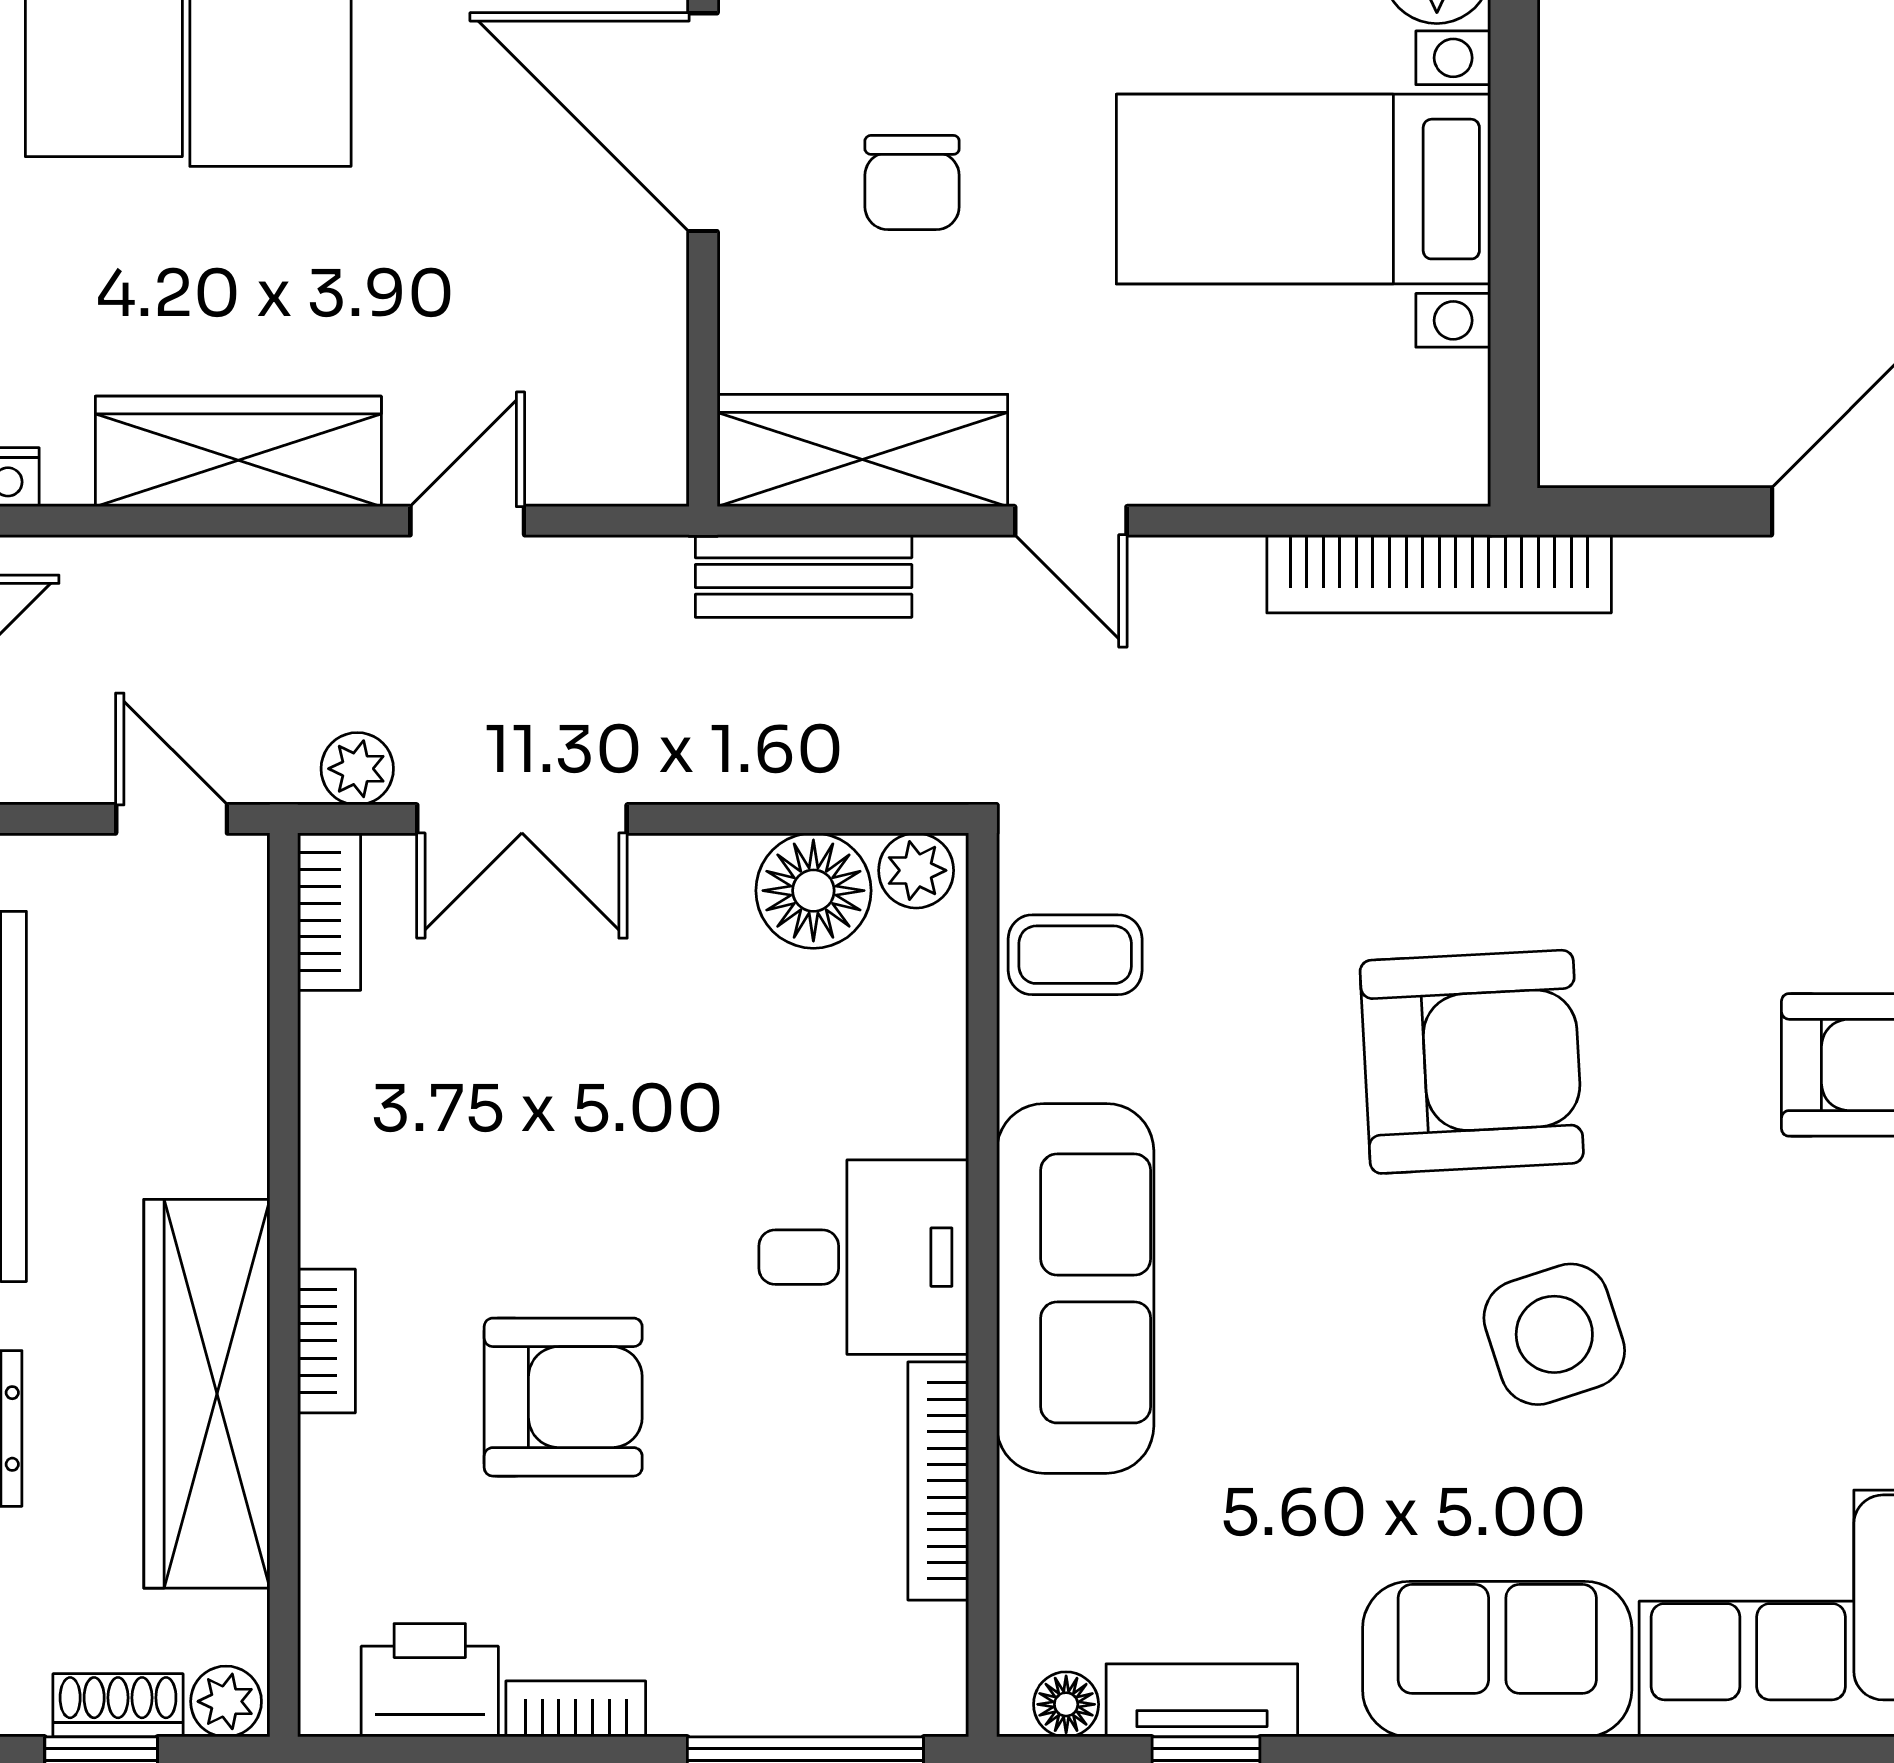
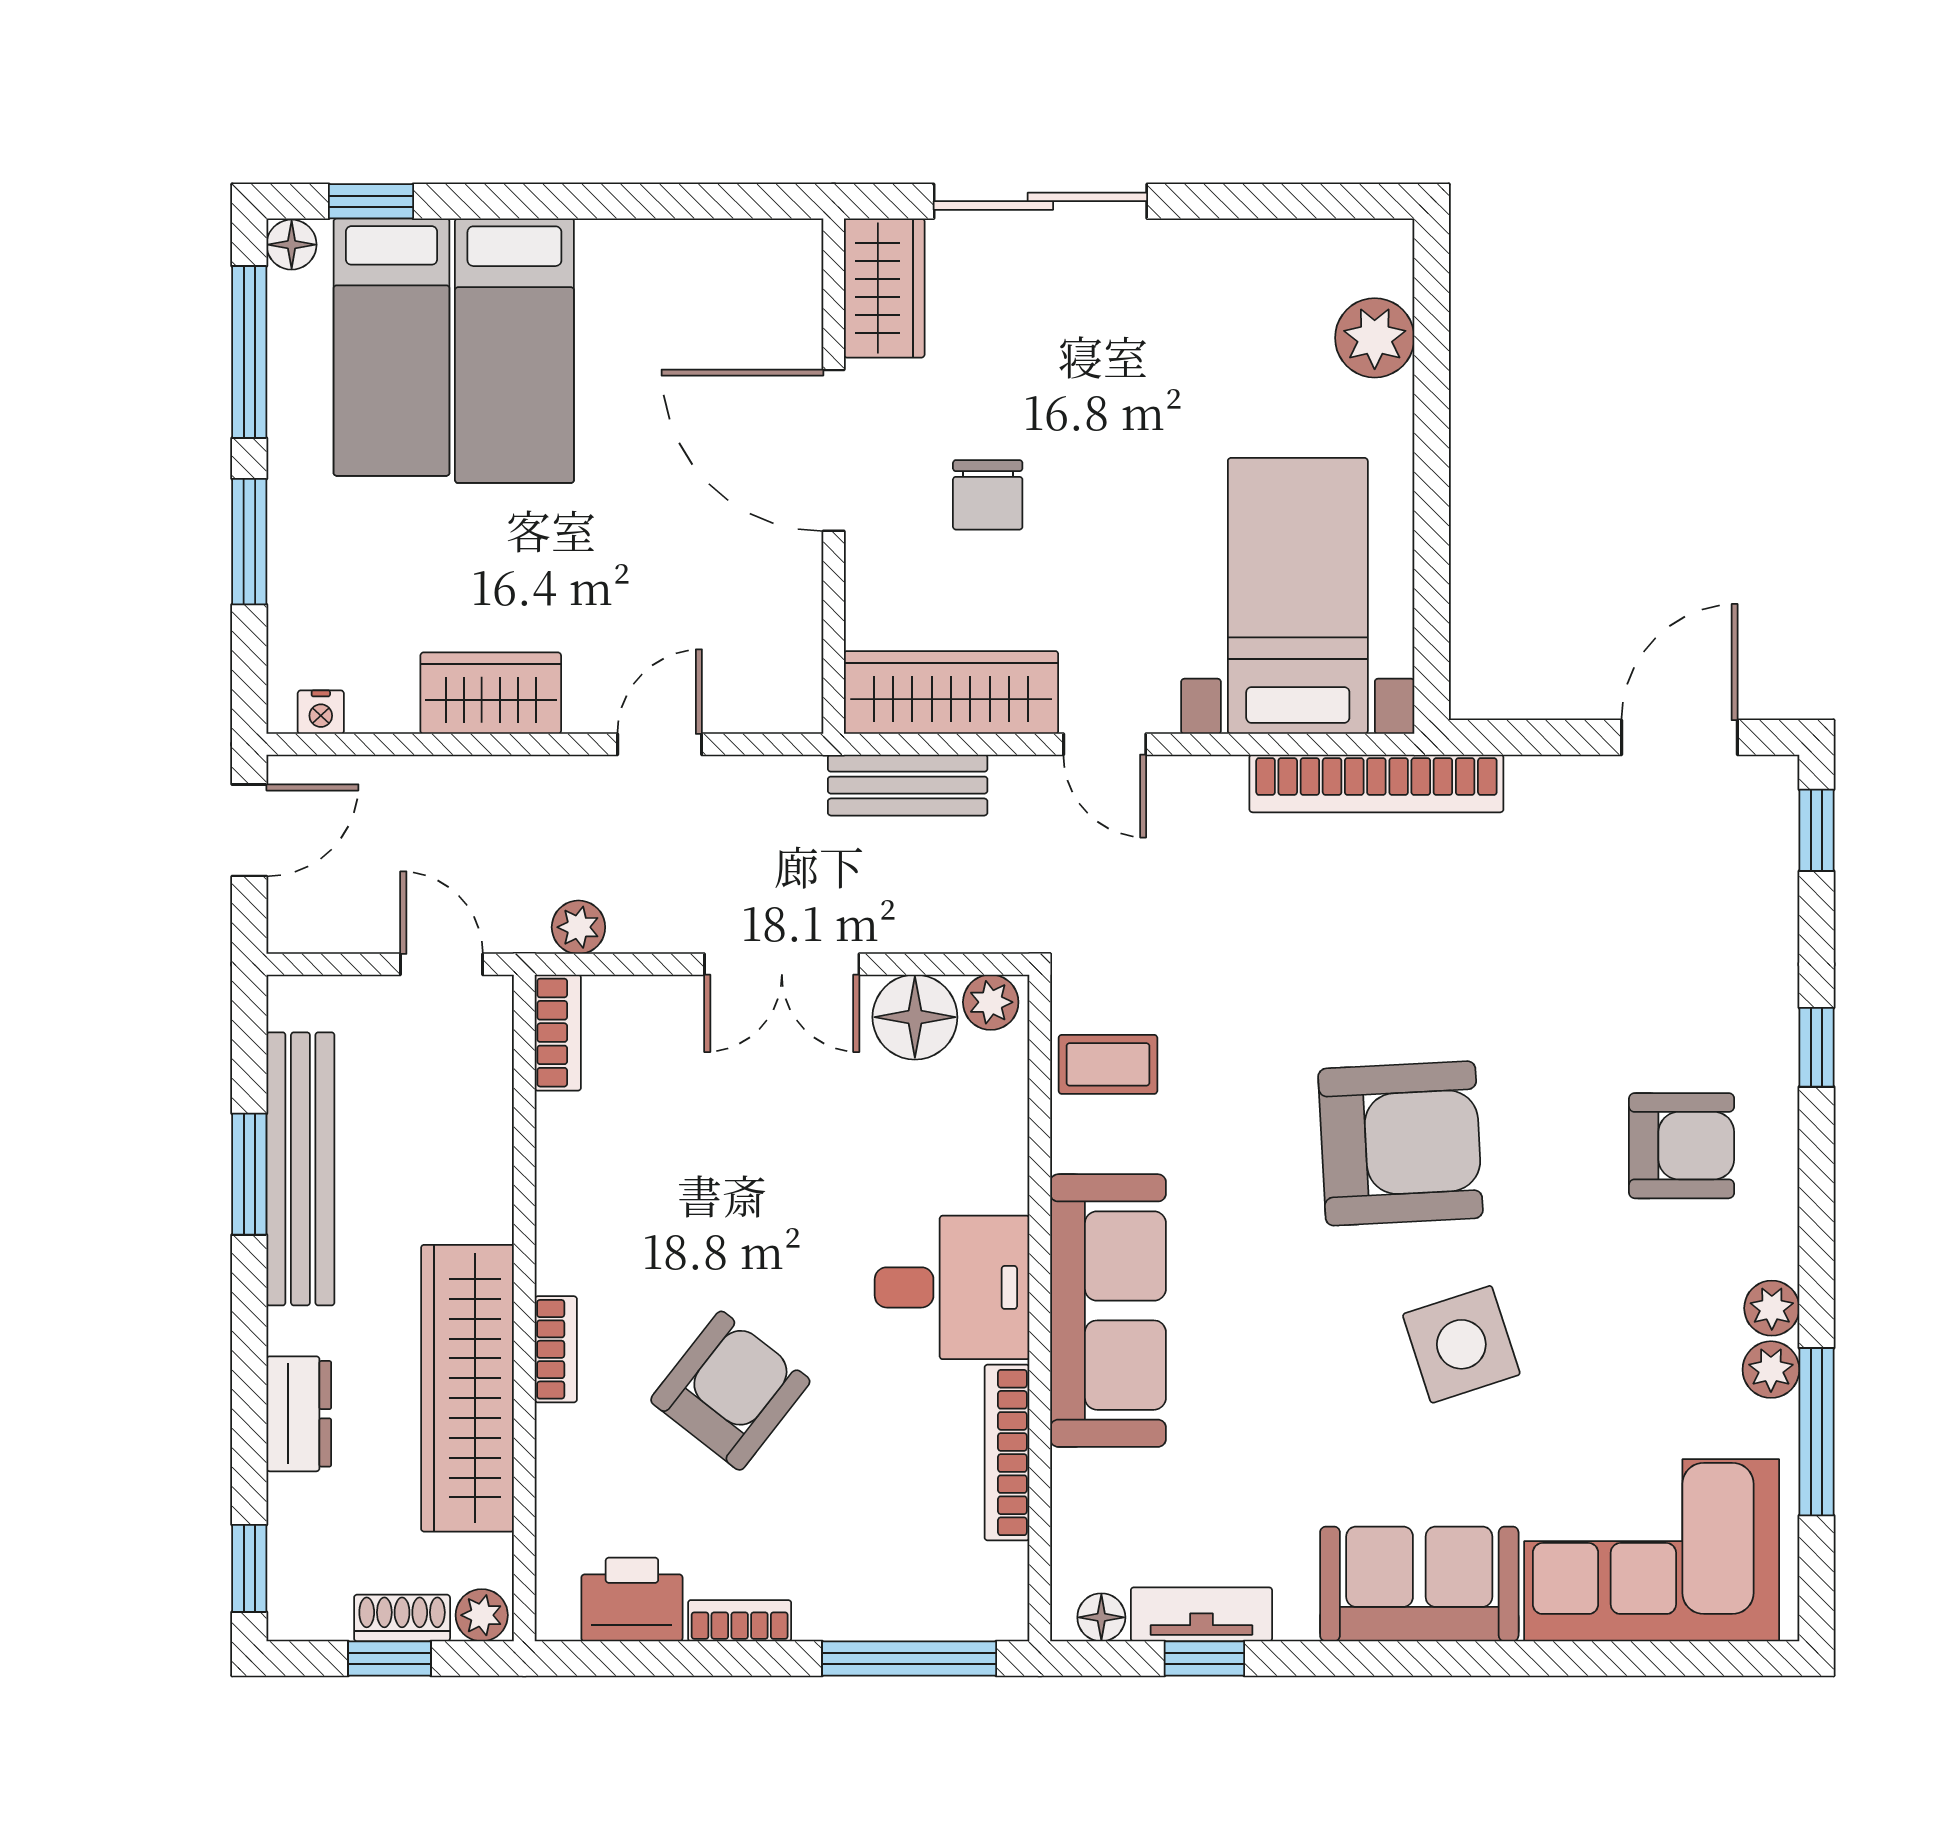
bed with nightstands: (1303, 189) -> (1298, 596), moved, turned 90
wardrobe: (238, 451) -> (491, 693), width x0.67
double door: (522, 819) -> (782, 964), moved
armchair: (563, 1397) -> (730, 1391), turned -52

